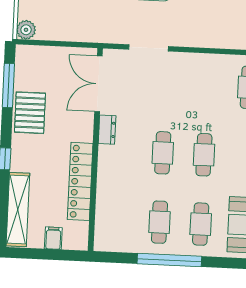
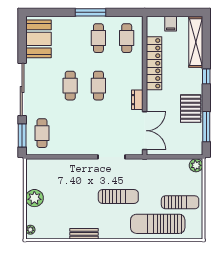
cafe table: (201, 224) -> (127, 38), moved
window: (169, 260) -> (90, 12), width x0.68

